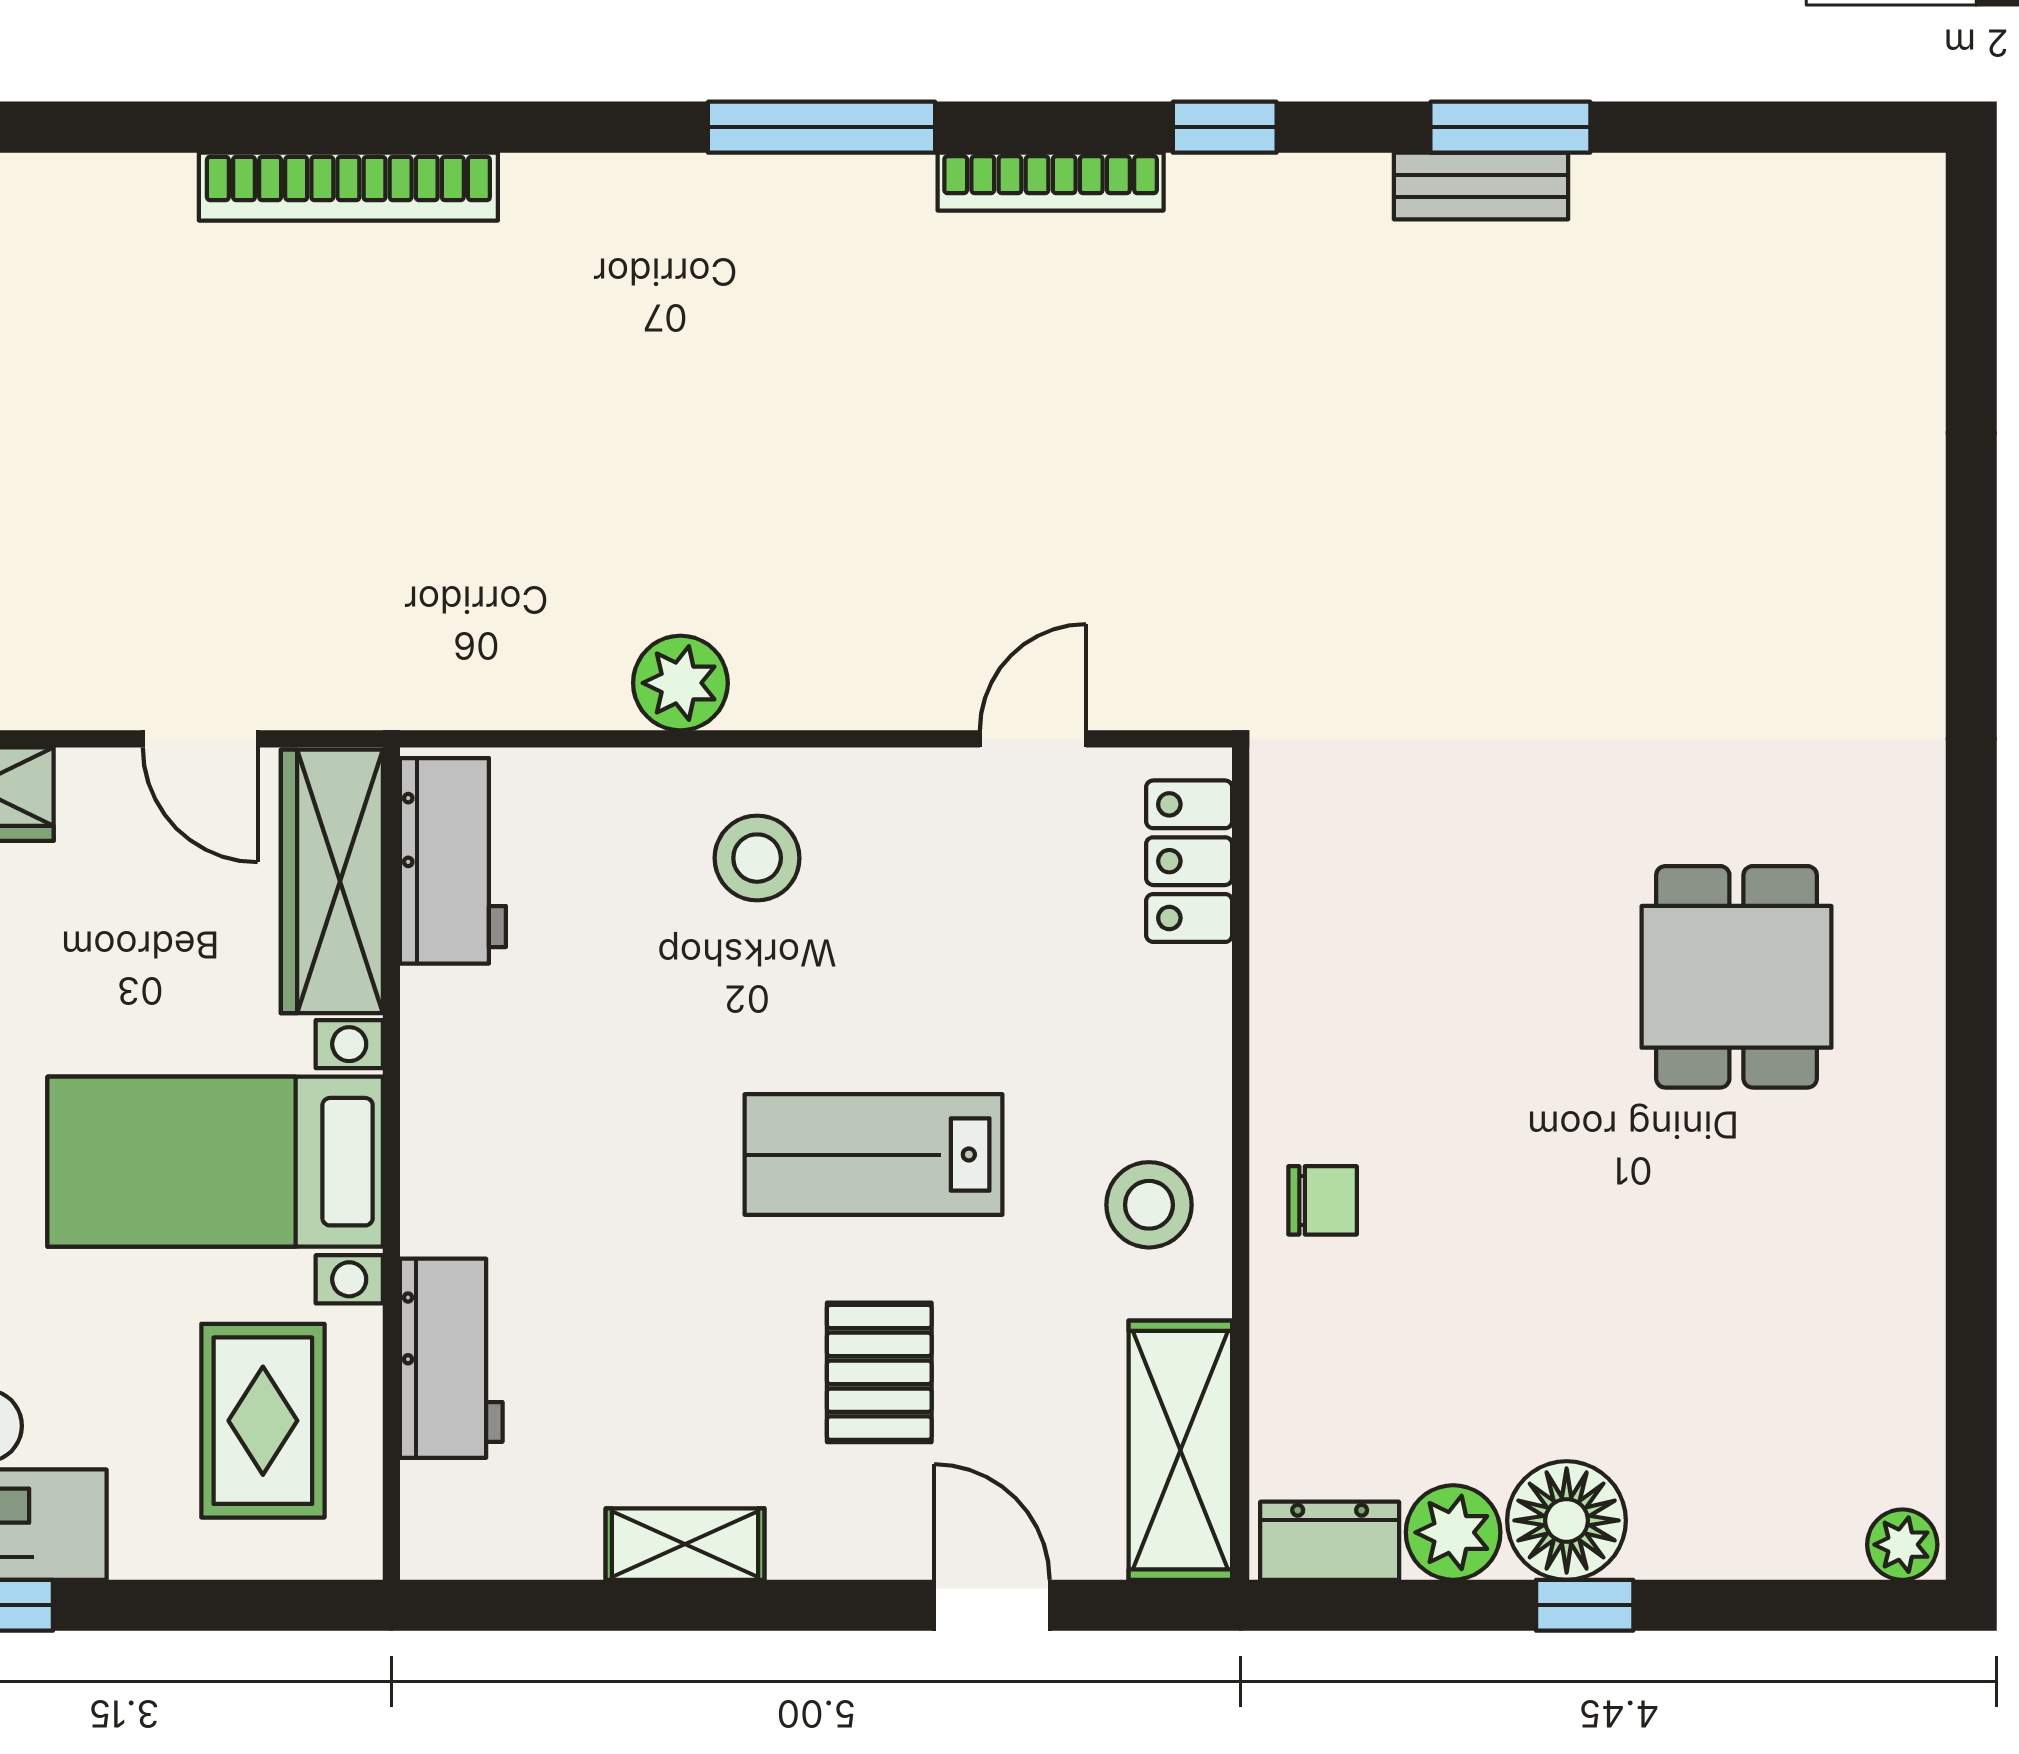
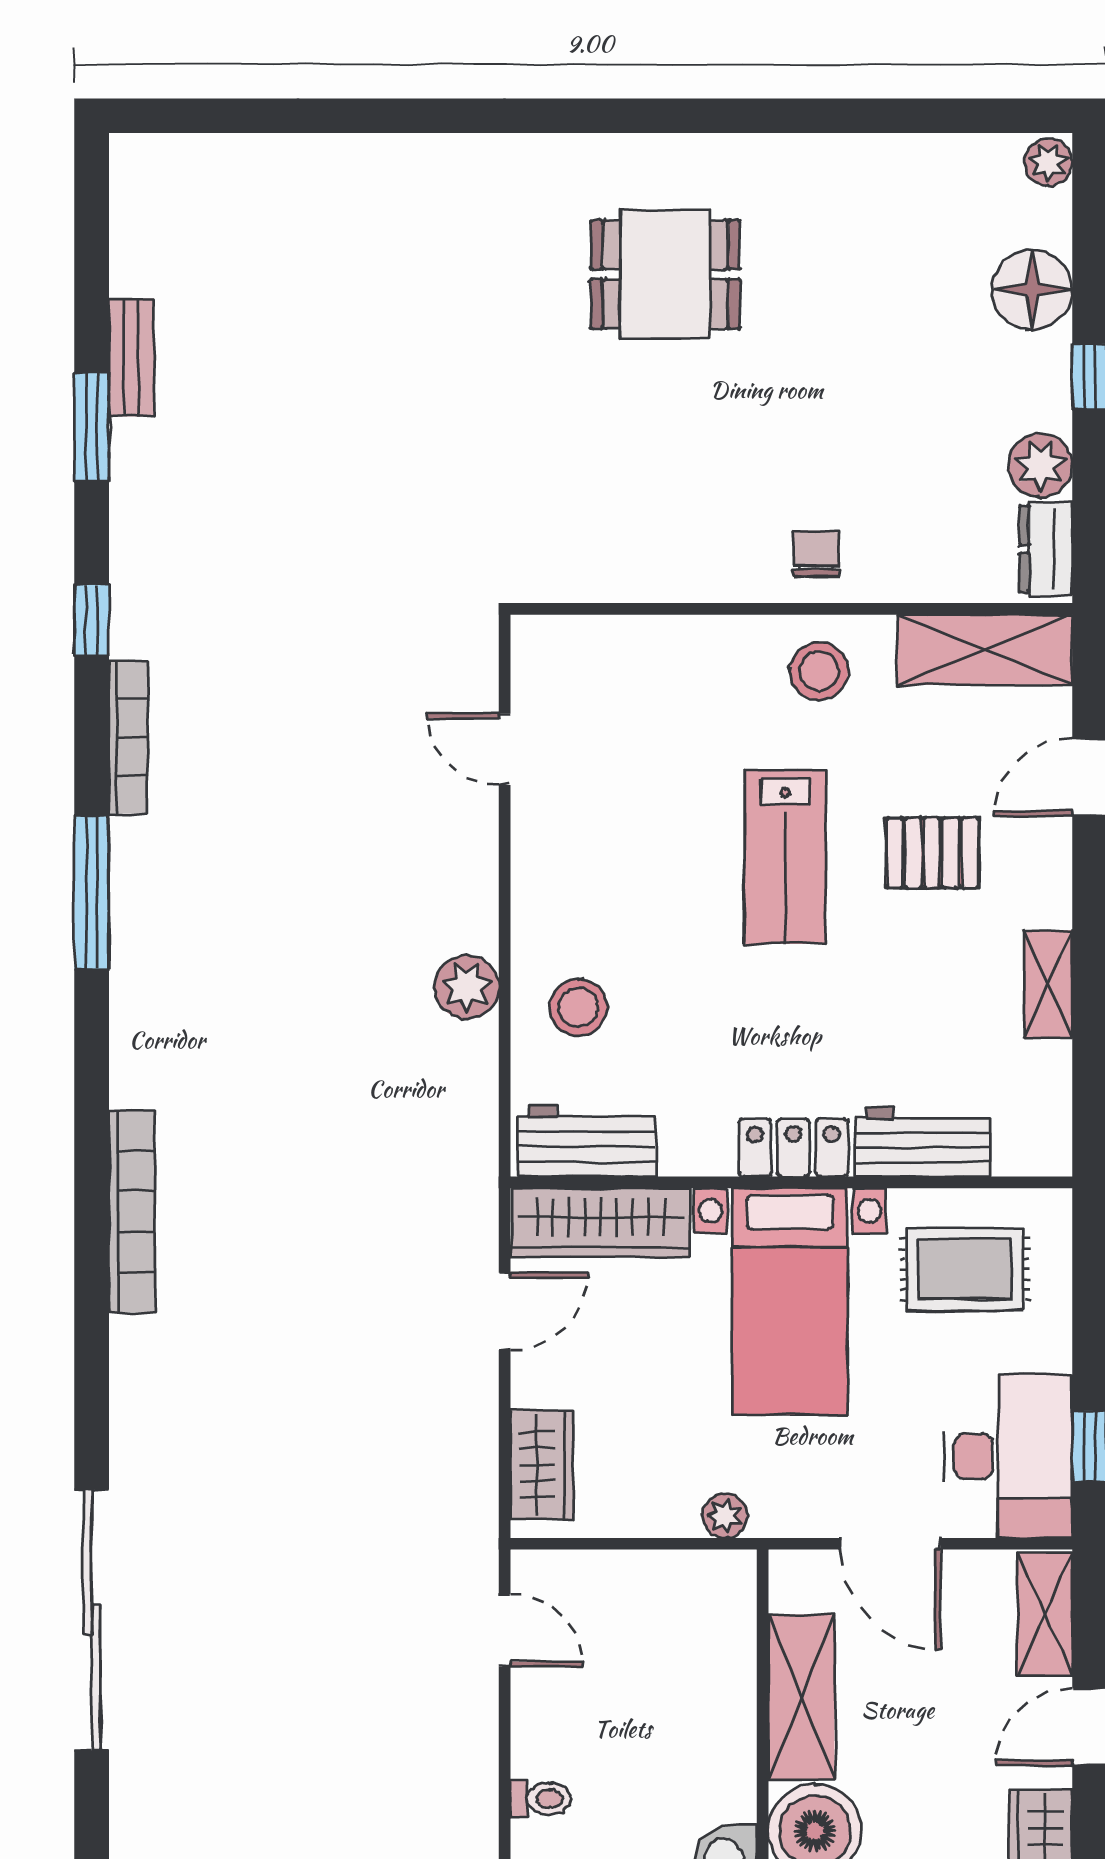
bench: (1481, 186) -> (131, 357), moved
stool: (757, 858) -> (578, 1007), moved
locker: (1189, 861) -> (793, 1148), moved, turned 180
floor lamp: (1567, 1520) -> (1032, 290), moved

